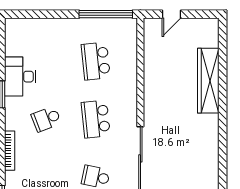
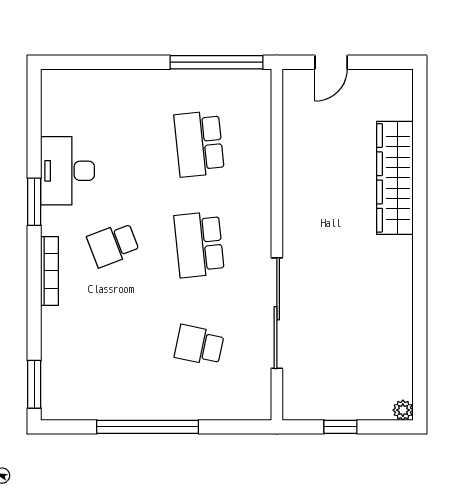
bookcase: (10, 151) -> (49, 271), moved

